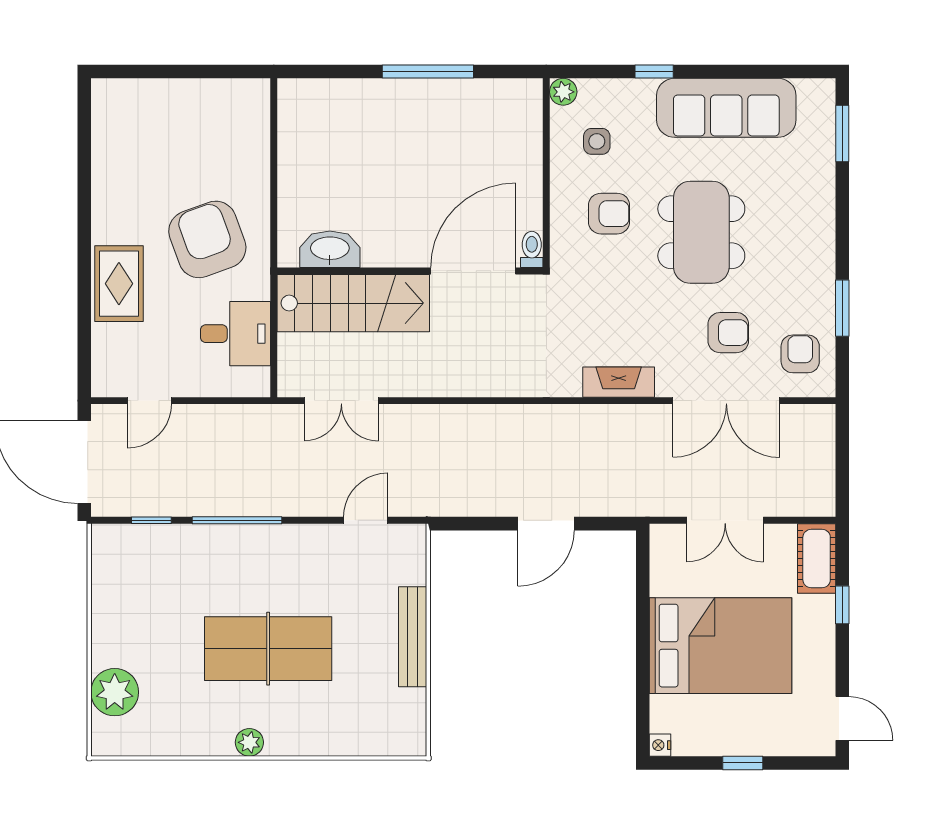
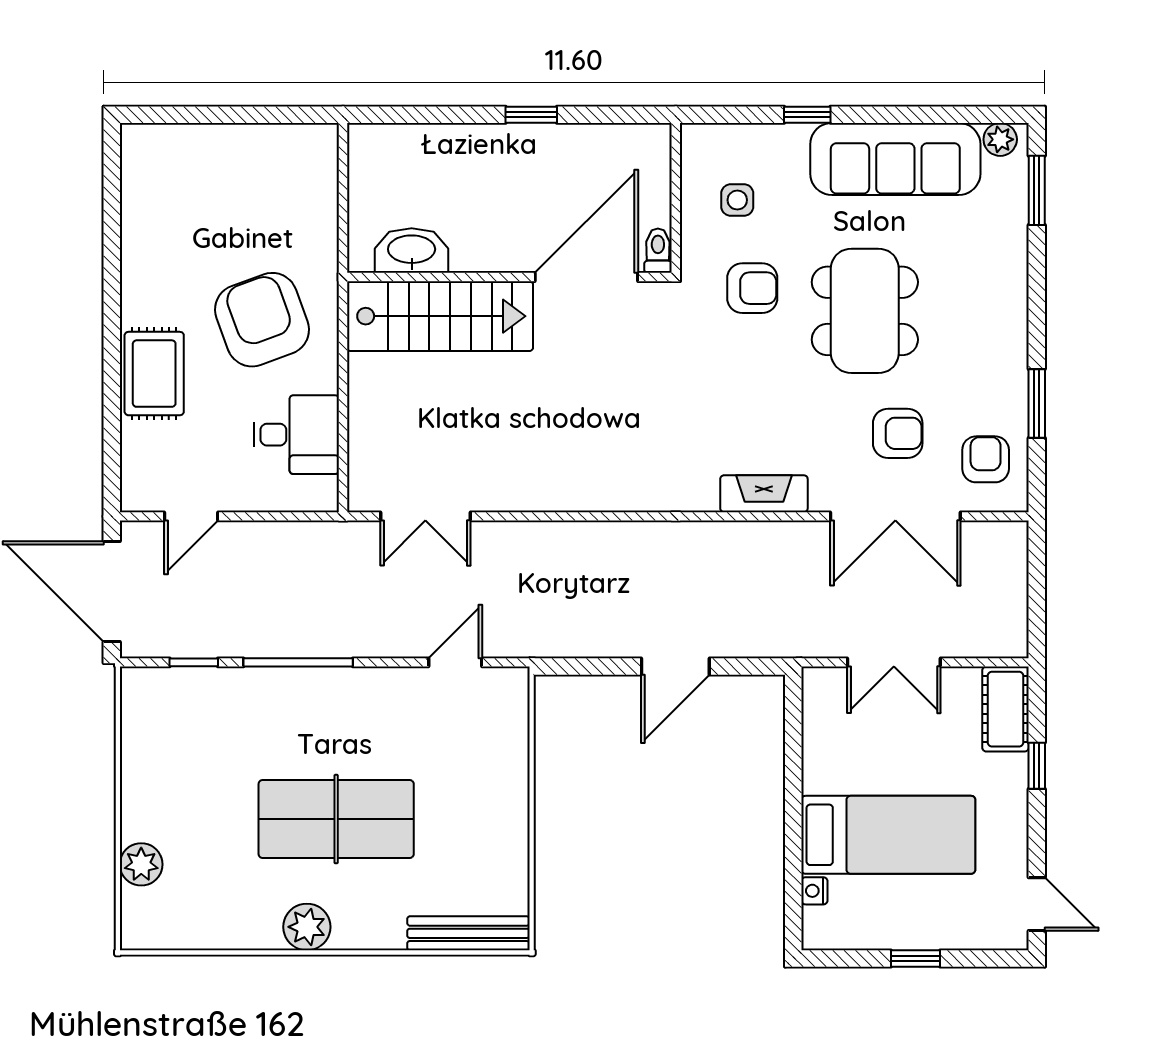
window: (428, 72) -> (531, 115), width x0.46
plant: (563, 92) -> (1000, 139), moved
washbasin: (330, 249) -> (412, 251), moved
toilet: (532, 249) -> (658, 251), moved
wall: (410, 271) -> (509, 277), moved
door: (473, 271) -> (586, 277), moved
stairs: (353, 303) -> (440, 316), moved
bench: (413, 637) -> (468, 933), moved, turned 90
bed: (721, 646) -> (888, 835), width x0.67
plant: (115, 692) -> (141, 864), width x0.73, depth x0.73
plant: (249, 742) -> (307, 927), width x1.38, depth x1.38
nightstand: (660, 745) -> (814, 891), moved

